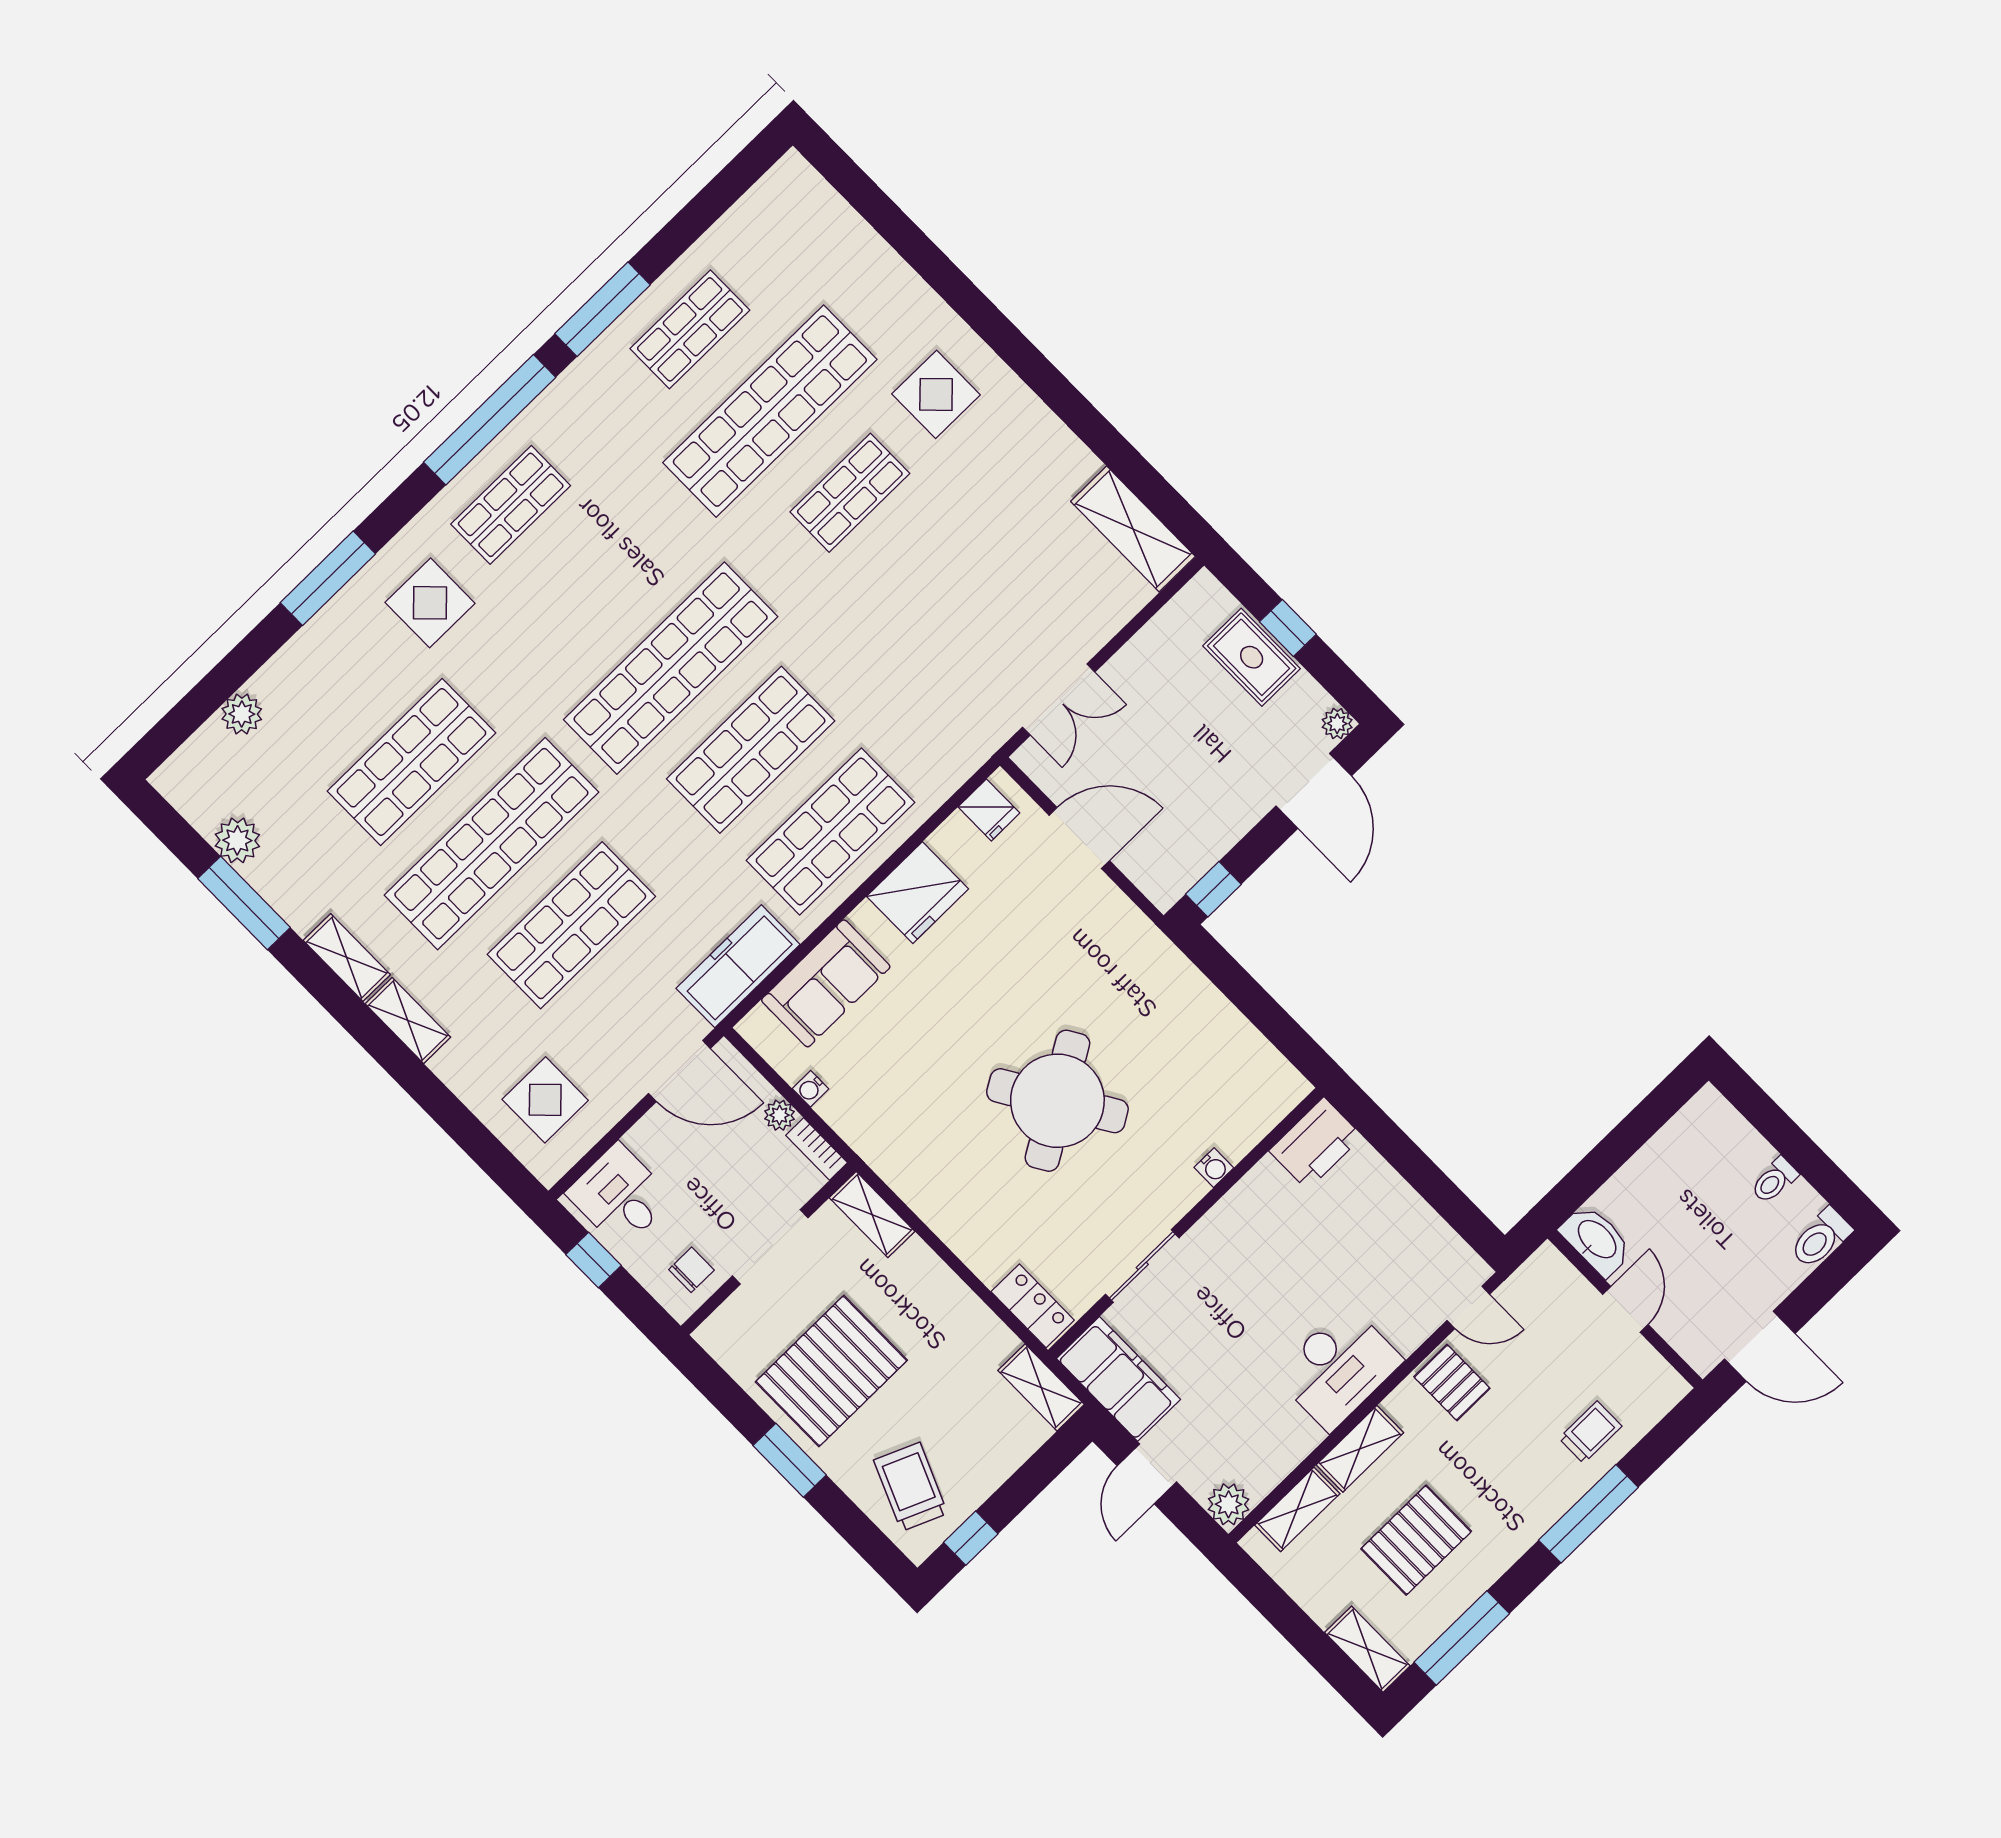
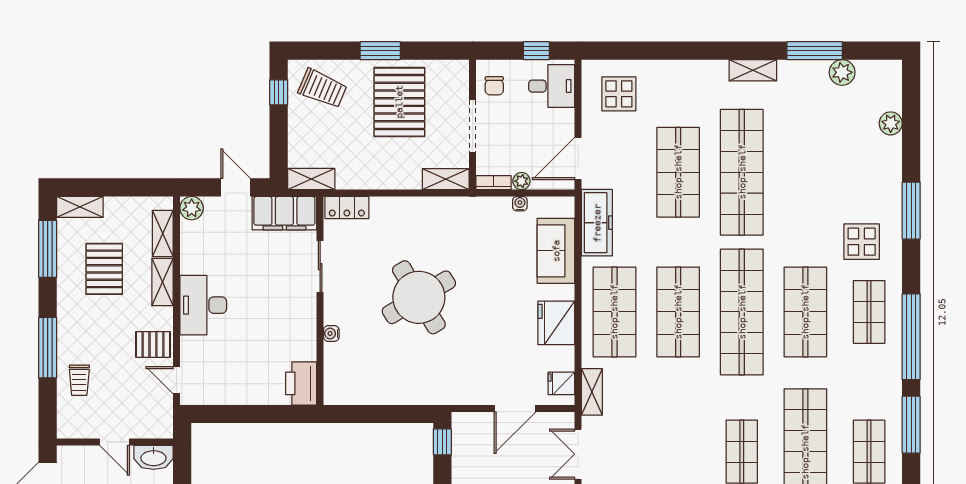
shop shelf: (411, 762) -> (805, 312), moved
shelving: (408, 1021) -> (592, 392), moved, turned 90
door: (1468, 1307) -> (177, 380), hinge flipped

